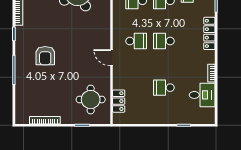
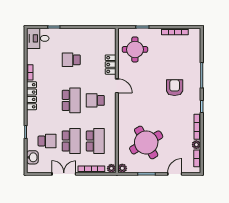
locker: (209, 33) -> (32, 96), moved
school desk: (164, 41) -> (71, 100), width x1.85
school desk: (164, 88) -> (71, 60), turned 180
desk: (202, 95) -> (38, 38), moved
locker: (119, 101) -> (111, 65), moved

